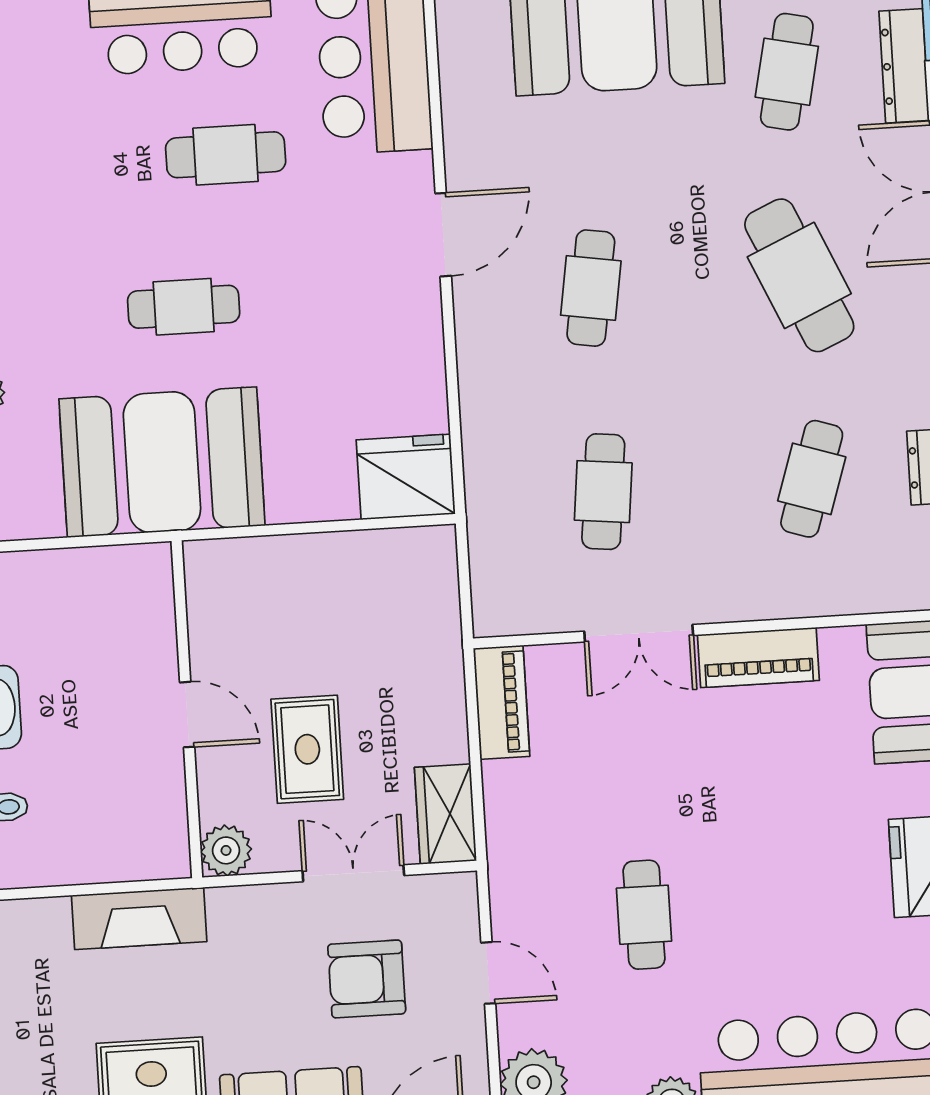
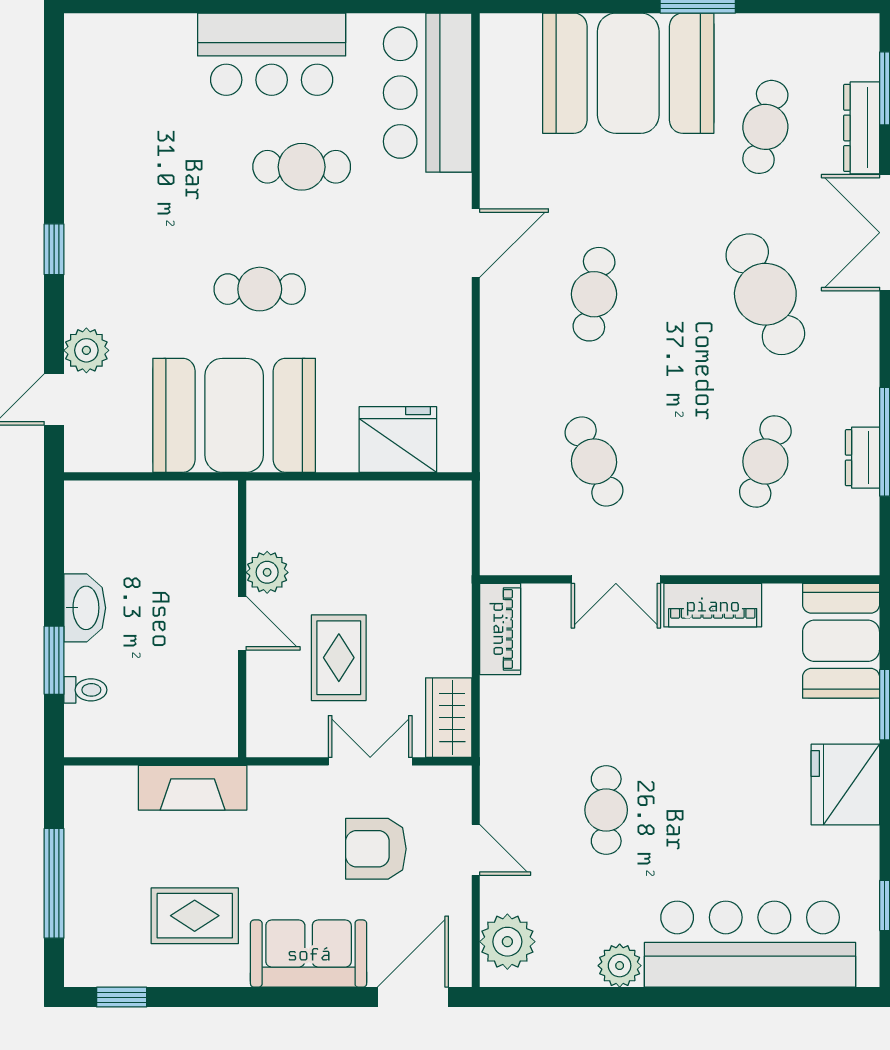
fridge: (406, 477) -> (398, 440), moved
cafe table: (603, 492) -> (594, 461), turned -30
plant: (226, 850) -> (267, 572), moved

